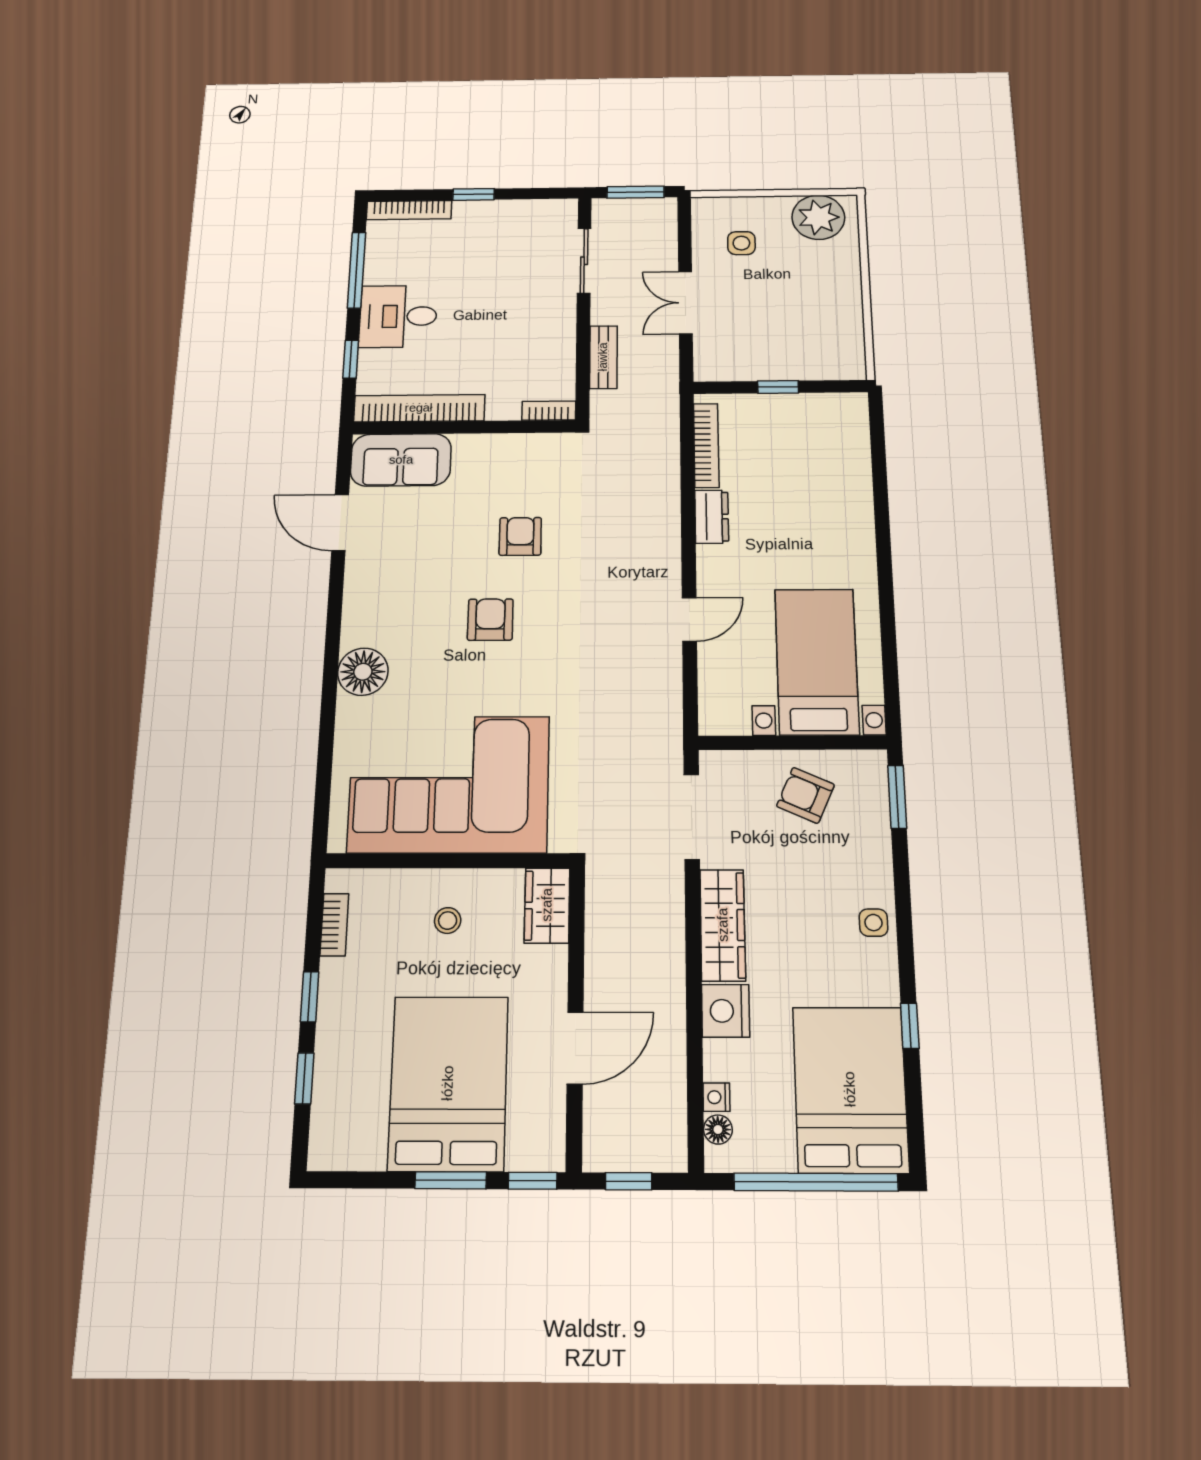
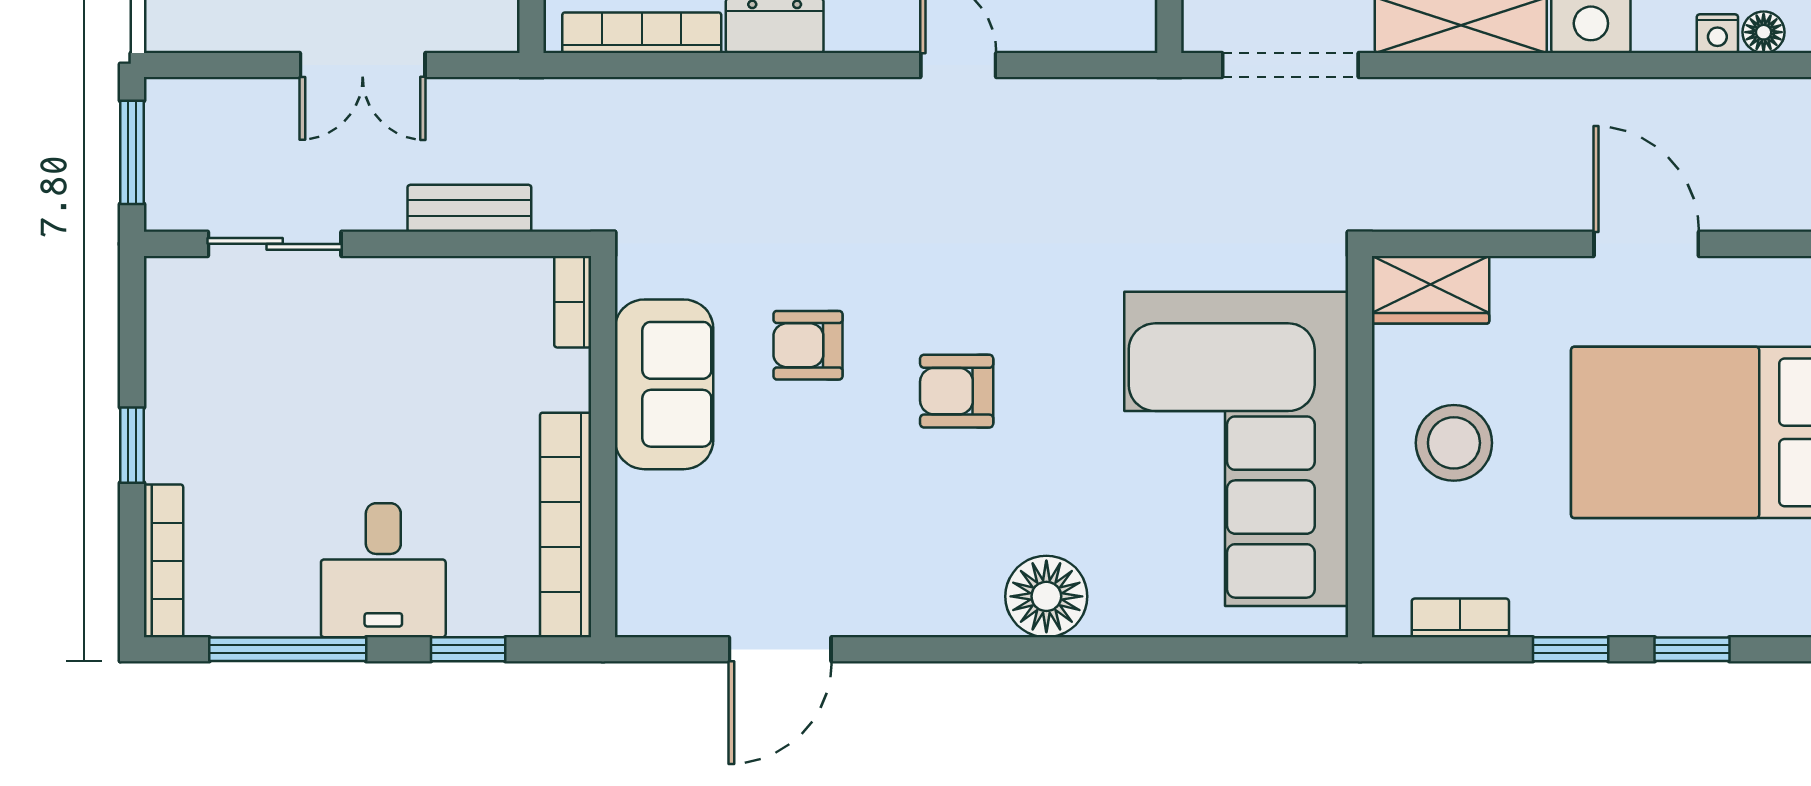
sofa: (401, 460) -> (664, 384), moved
stool: (448, 921) -> (1454, 443), width x1.89, depth x1.89

